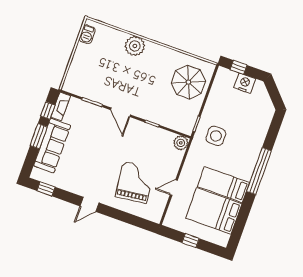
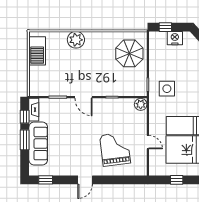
barbecue: (87, 34) -> (37, 51), width x1.88, depth x1.53
door: (174, 187) -> (148, 142), swing flipped

